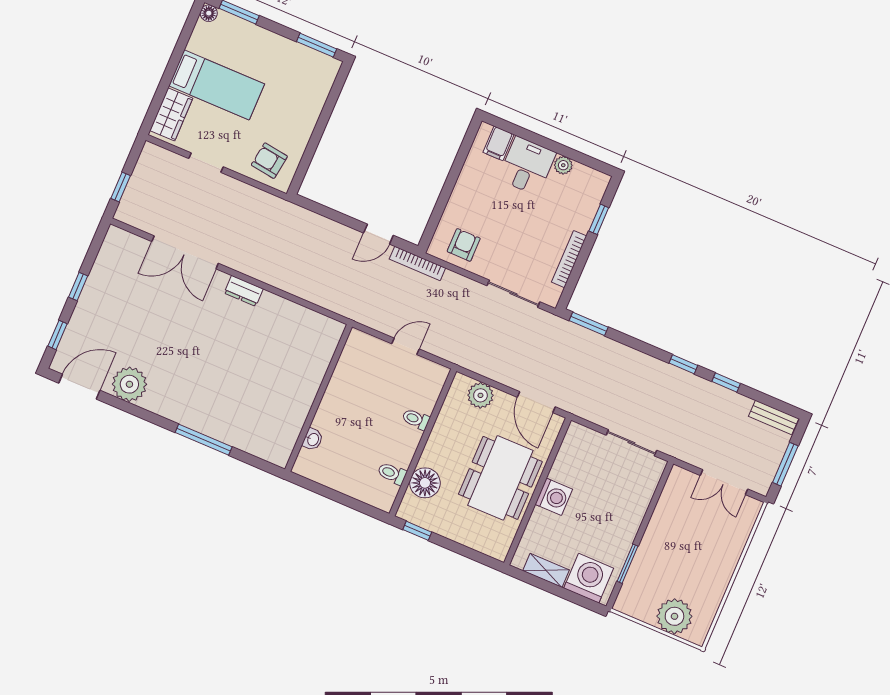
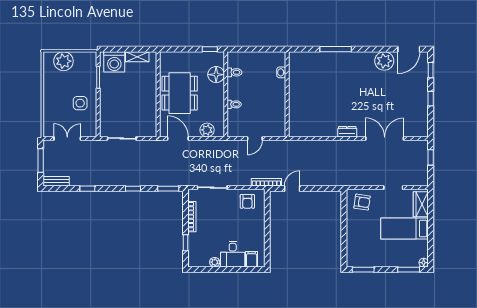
window: (683, 364) -> (133, 189), moved
washing machine: (554, 497) -> (149, 95), removed
side table: (677, 533) -> (80, 103), added

